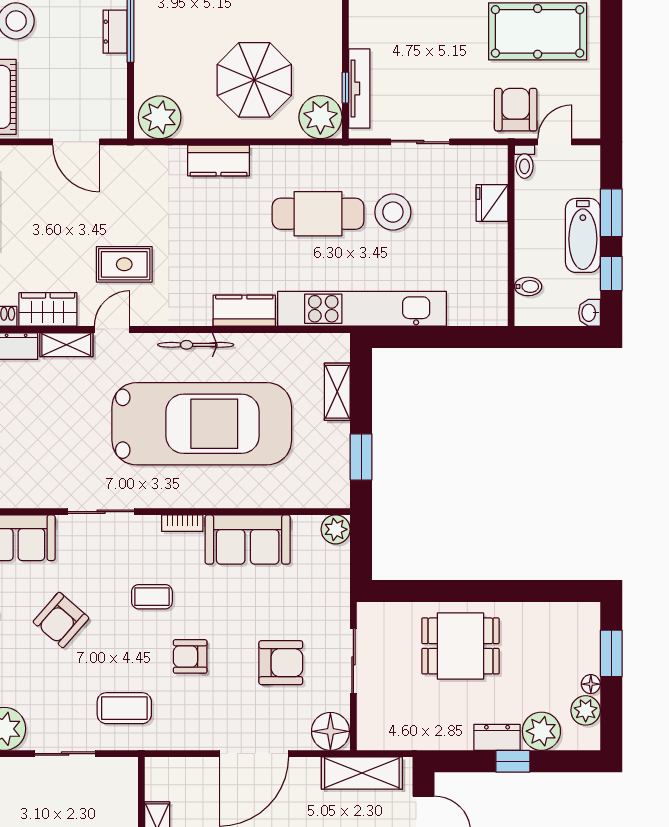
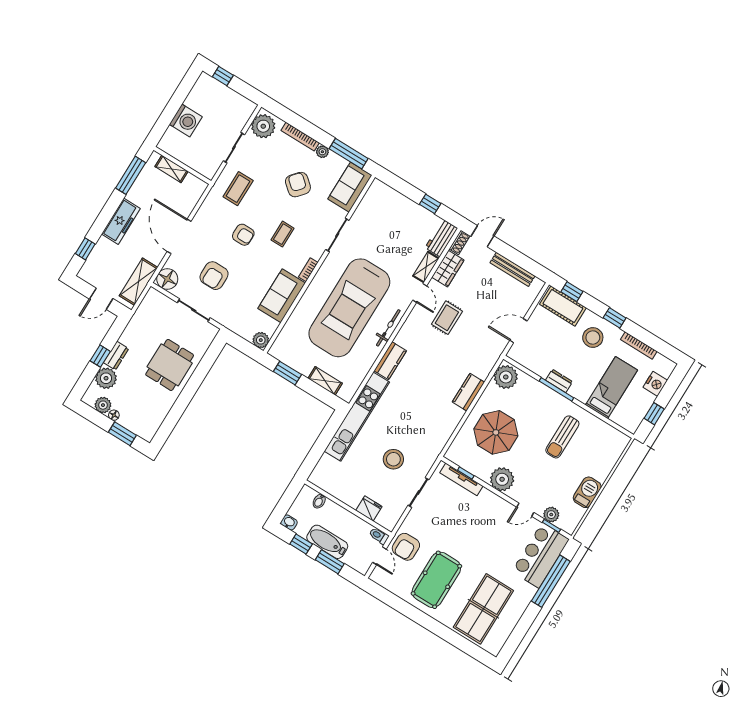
armchair: (516, 110) -> (406, 547), turned 90
plant: (320, 117) -> (502, 479), moved
cafe table: (318, 214) -> (414, 424), removed
armchair: (190, 656) -> (243, 235), turned 90

